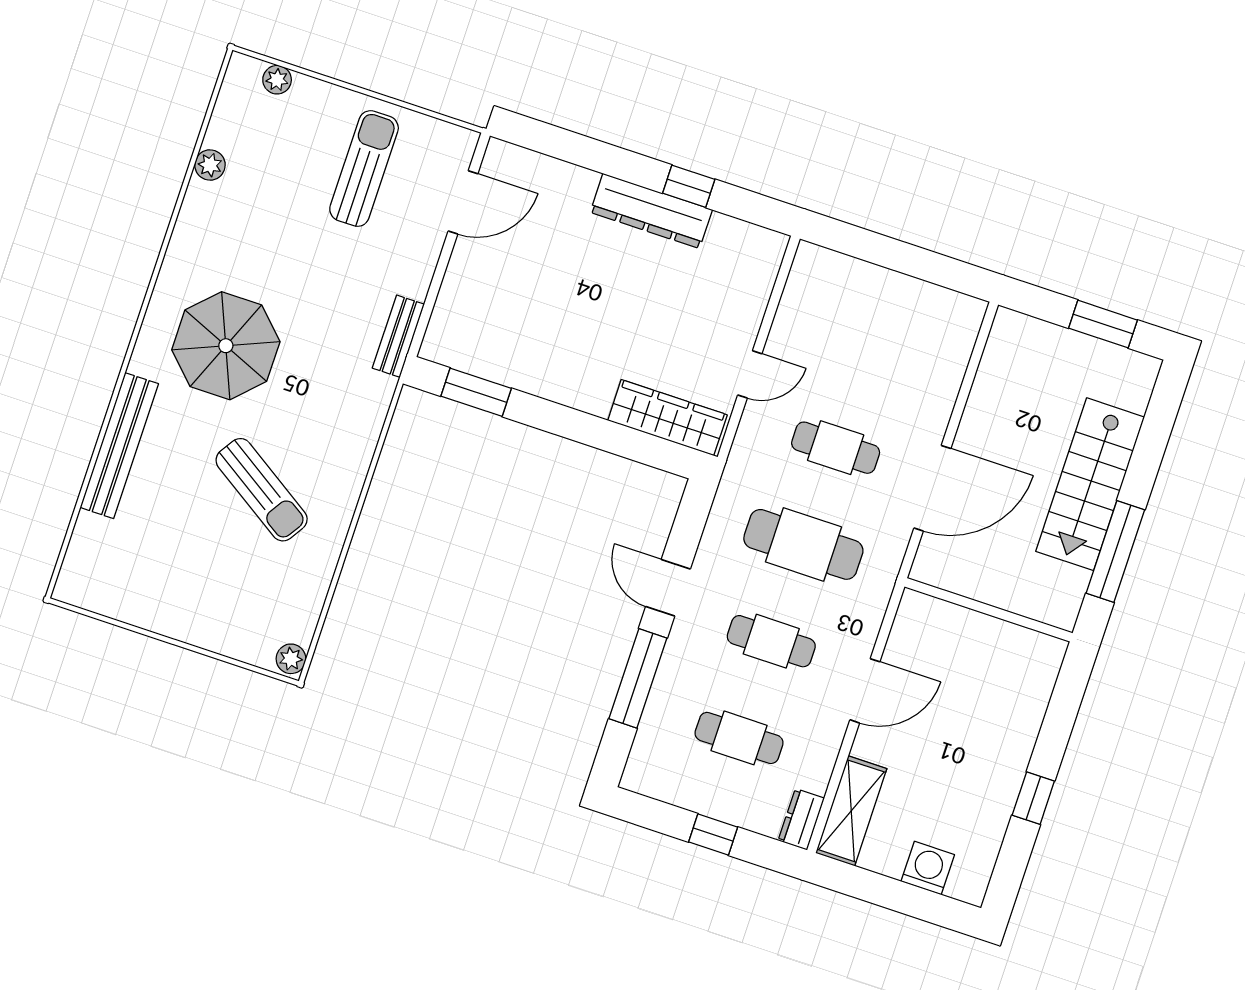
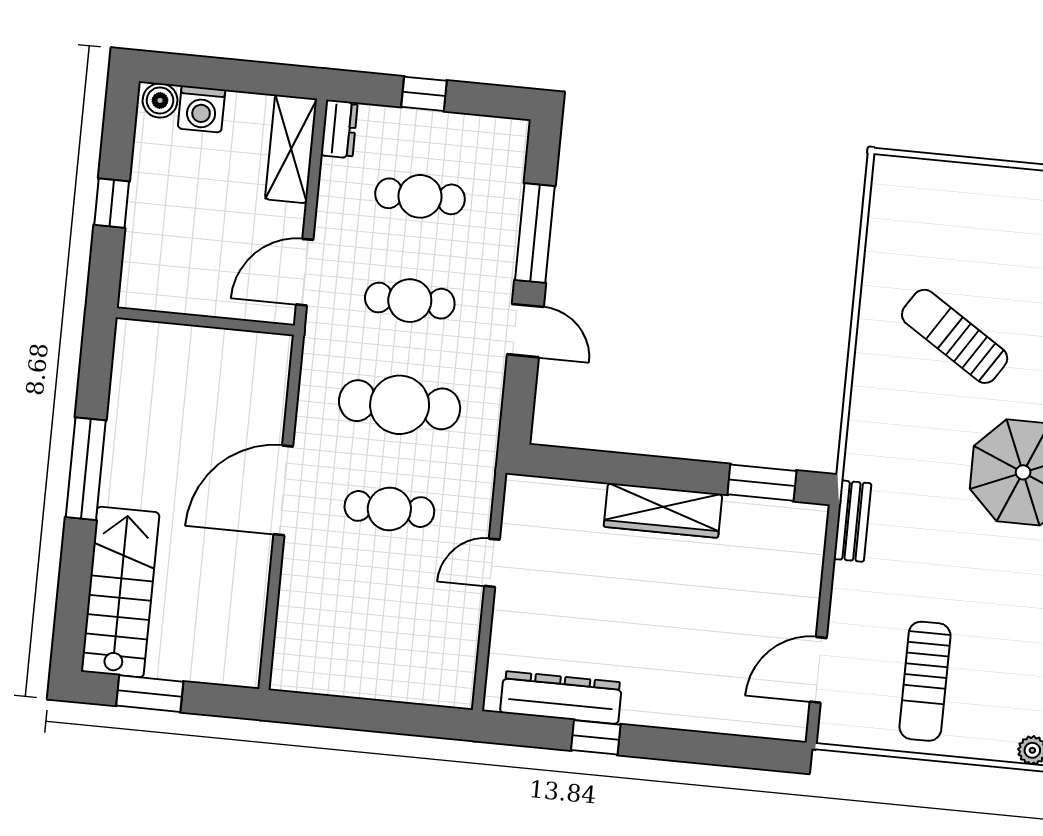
dresser: (651, 211) -> (561, 698), moved
wardrobe: (667, 418) -> (663, 510), moved
stairs: (1090, 484) -> (120, 592), moved
wall: (988, 610) -> (205, 321), moved
plant: (291, 659) -> (887, 174), removed
boiler: (965, 885) -> (160, 100), added

